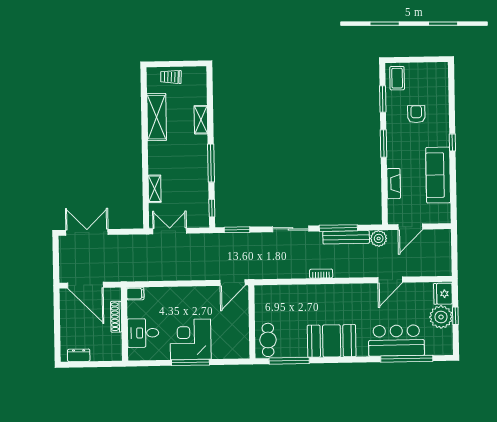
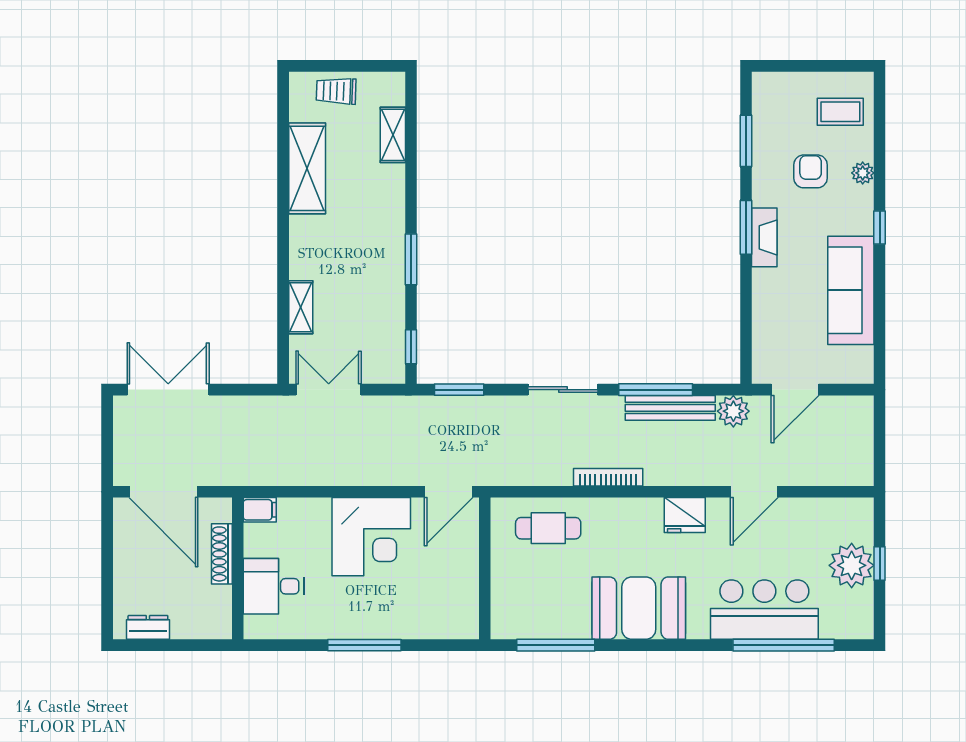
coffee table: (397, 78) -> (840, 112), moved, turned 90
plant: (443, 114) -> (863, 173), added
shelving: (201, 120) -> (393, 135), moved
window: (211, 163) -> (411, 259), width x0.69
fireplace: (394, 184) -> (764, 237), moved
bookcase: (321, 274) -> (608, 477), width x1.56
fridge: (443, 294) -> (685, 515), moved, turned -90
corner desk: (190, 339) -> (371, 537), moved, turned 180
cafe table: (268, 340) -> (548, 528), moved, turned 90

